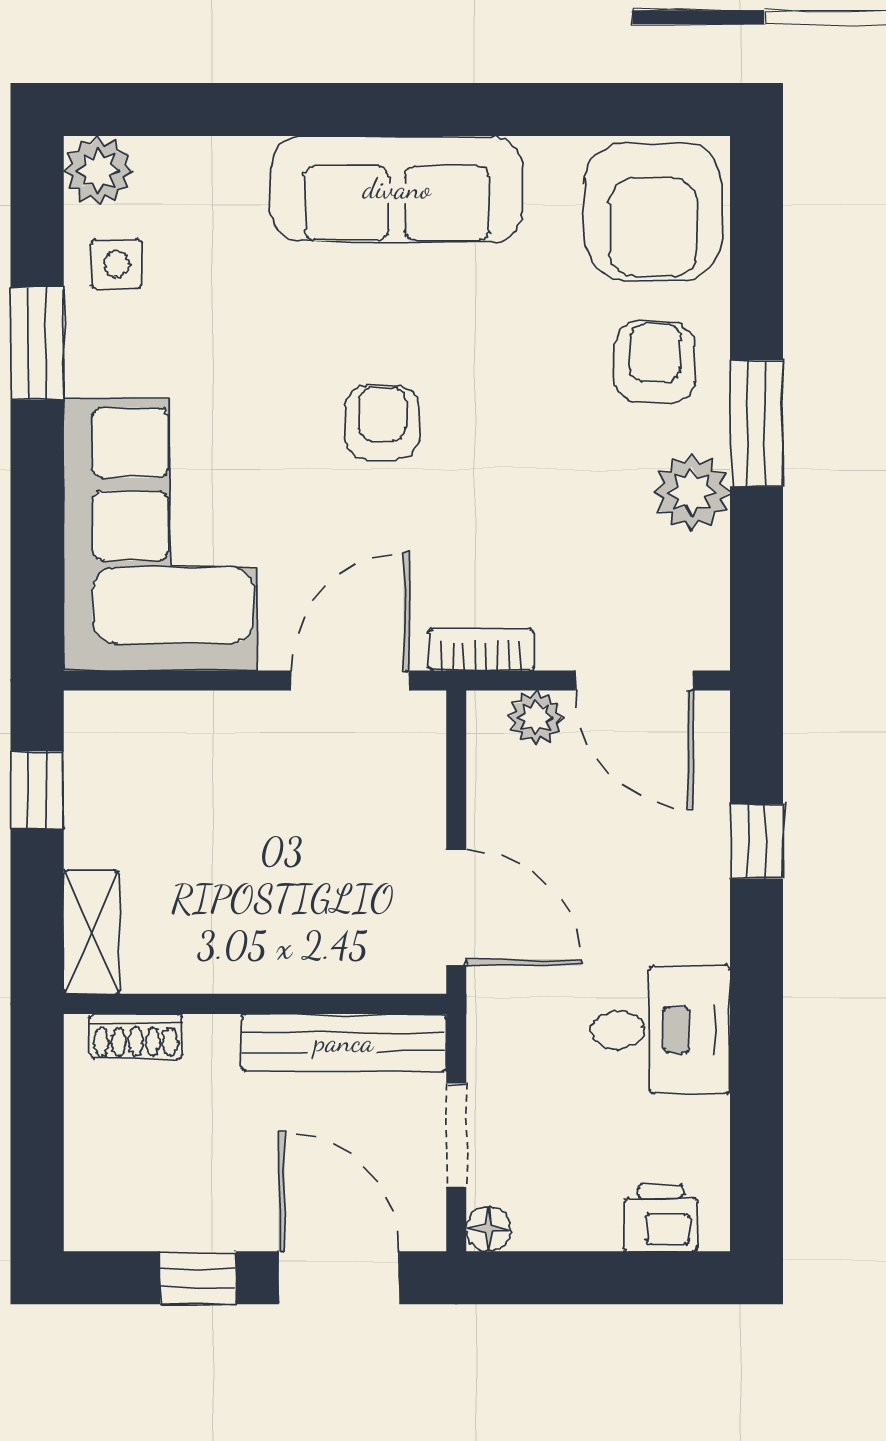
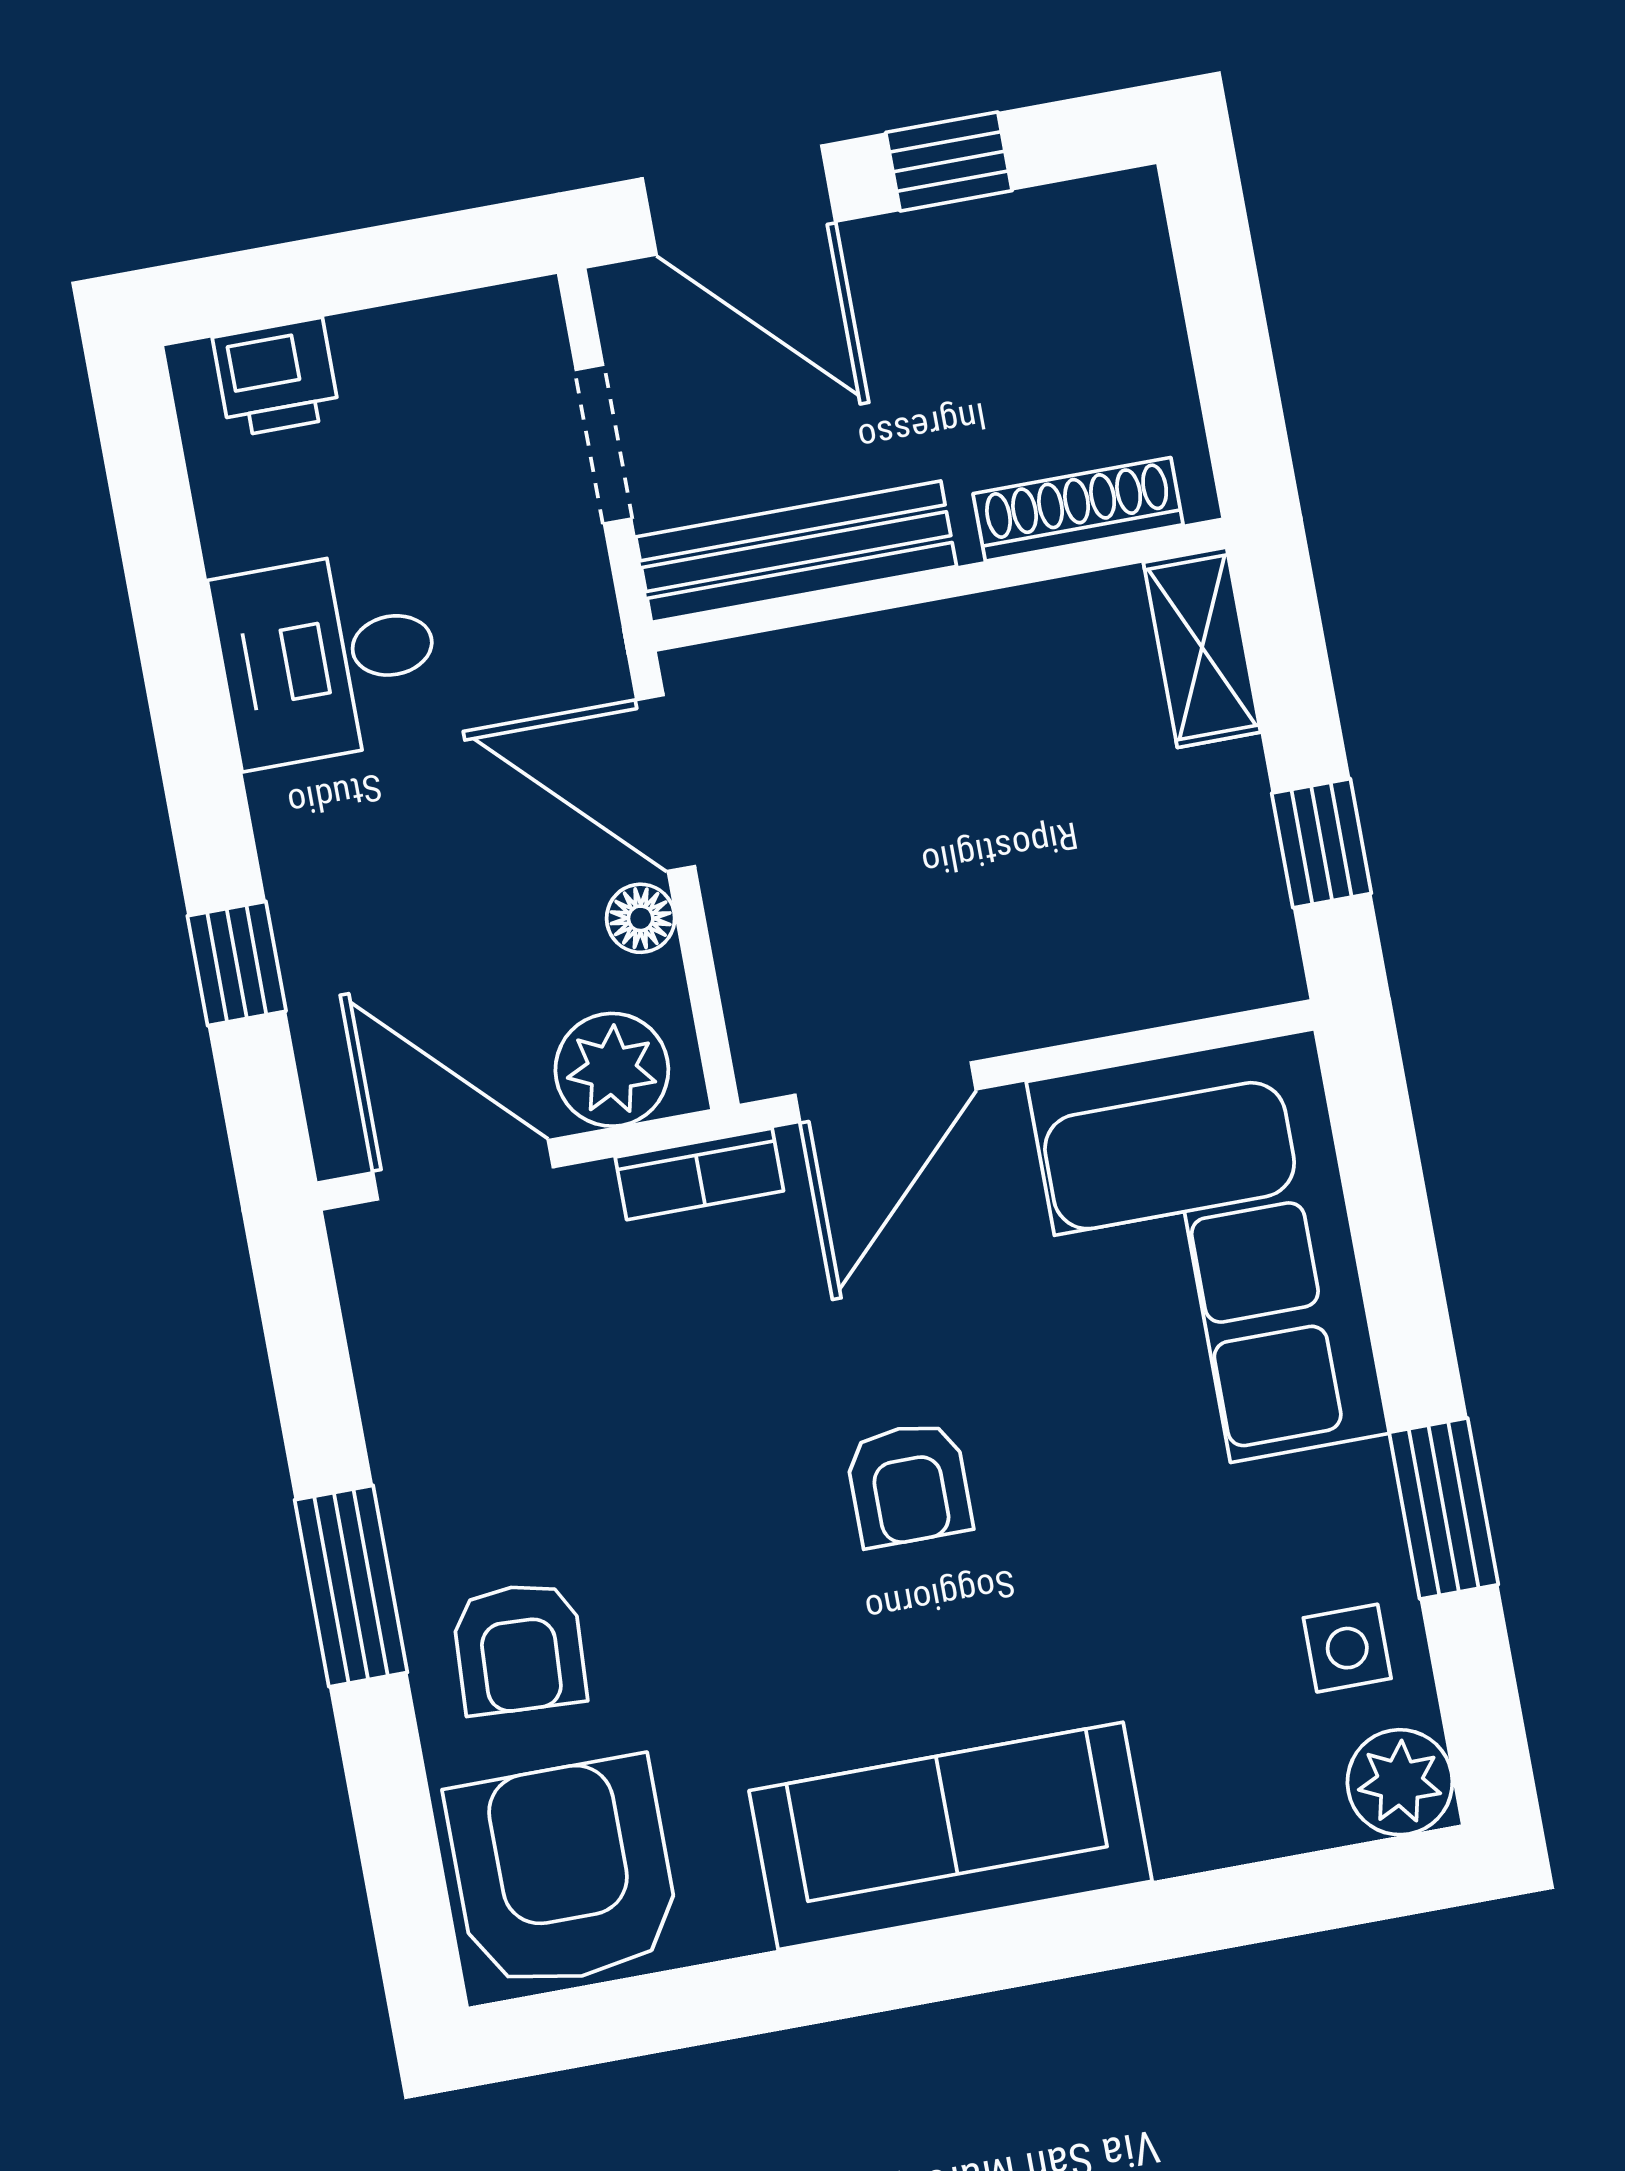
plant: (692, 492) -> (429, 1466), removed
plant: (536, 717) -> (612, 1070), width x1.38, depth x1.38
shoe rack: (136, 1036) -> (1078, 509), width x1.43
floor lamp: (489, 1229) -> (641, 918), moved

